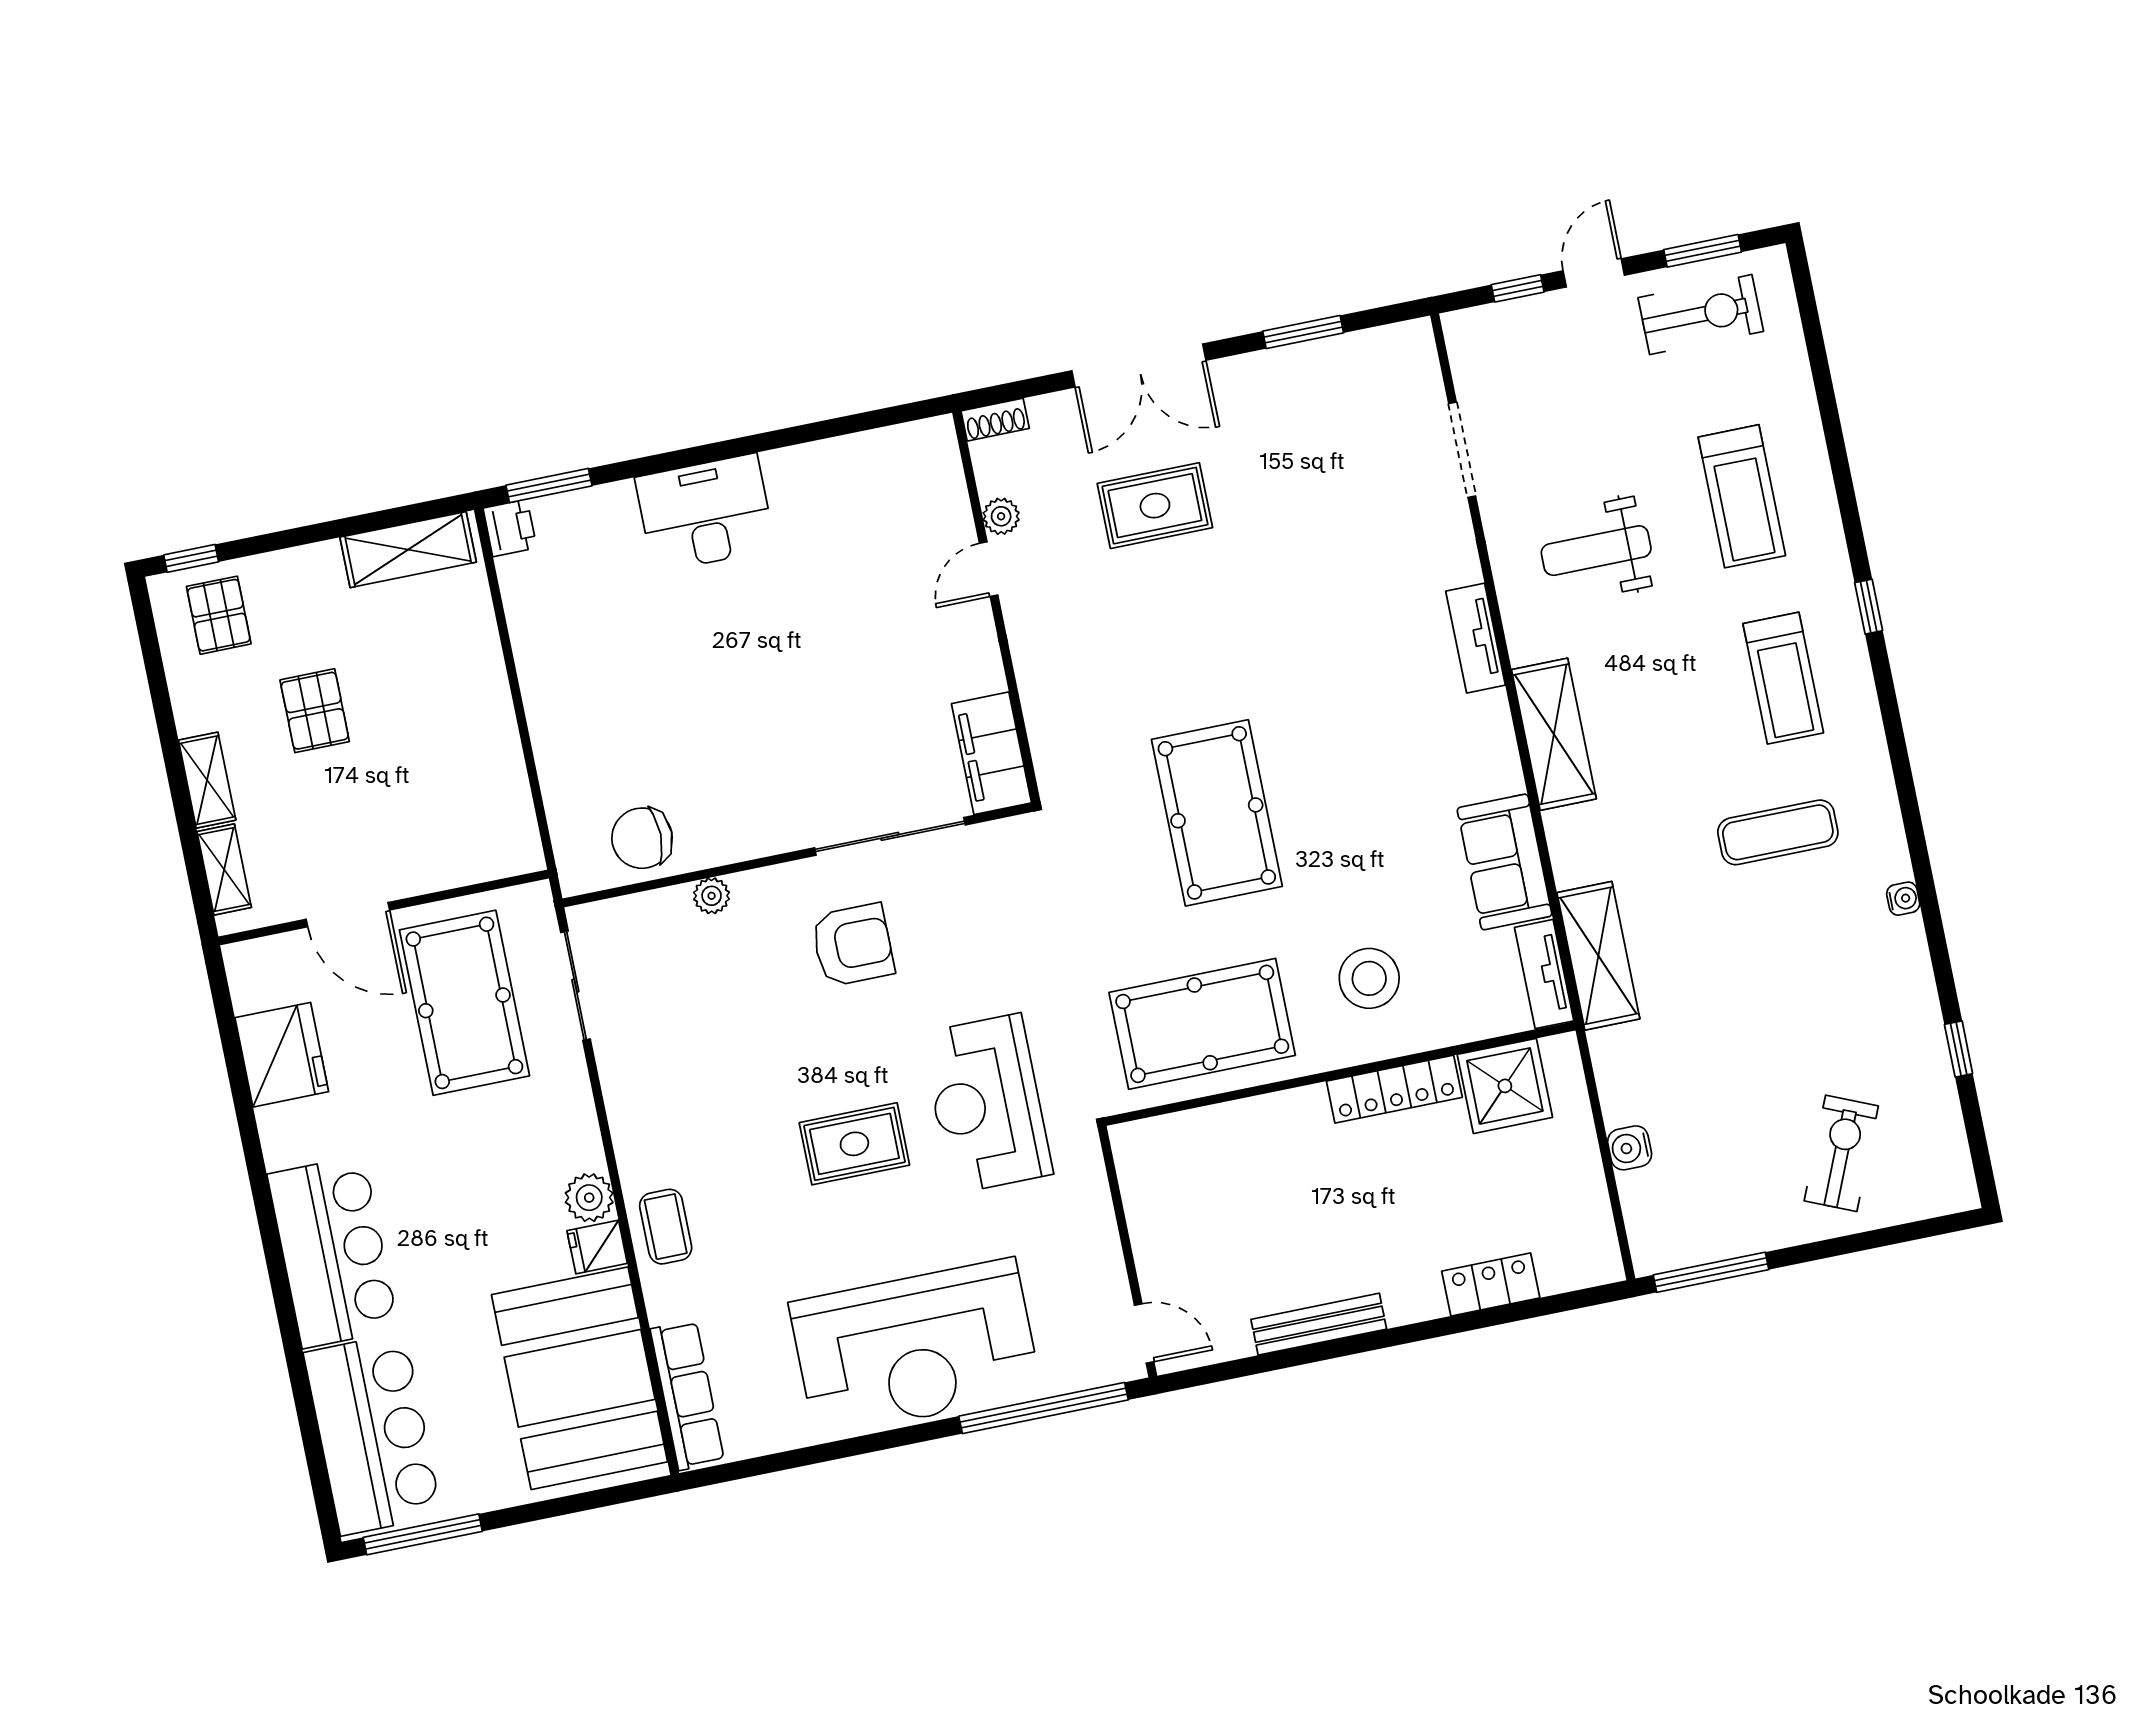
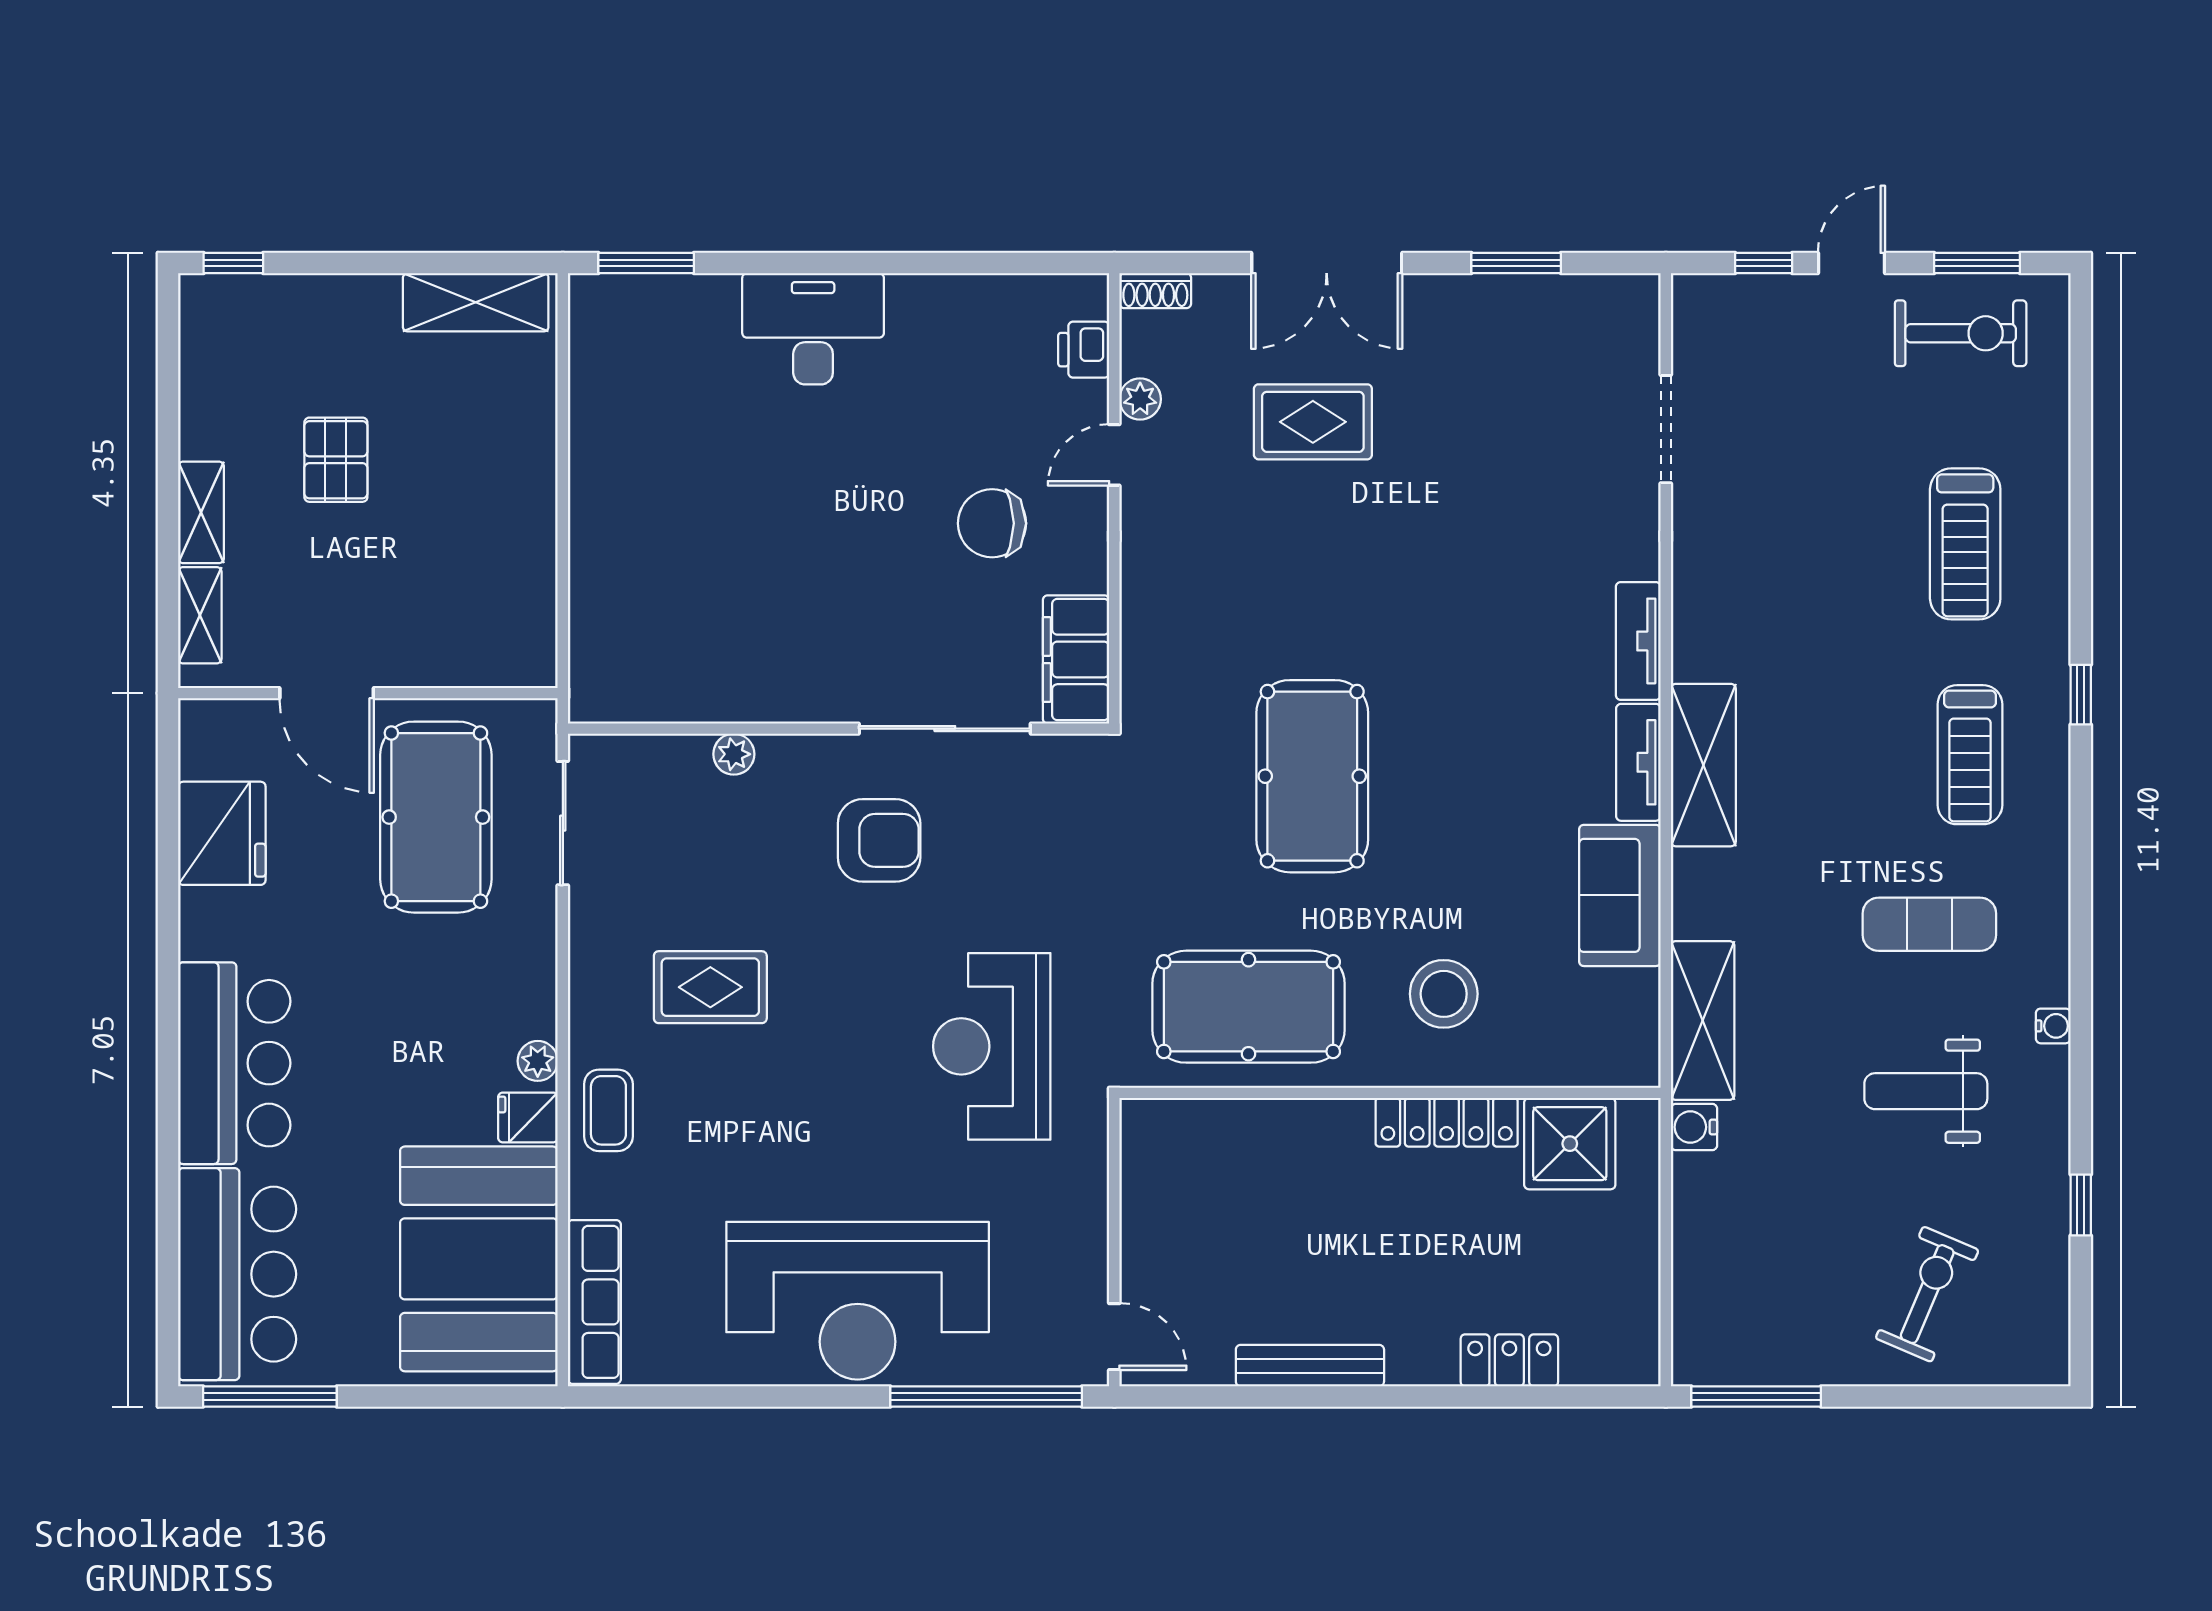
printer: (510, 528) -> (1084, 350), moved, turned 180
weight bench: (1596, 551) -> (1926, 1091), moved
pallet: (219, 615) -> (251, 332), removed
chair: (642, 838) -> (992, 523), moved
tv unit: (1544, 974) -> (1638, 762), moved
rug: (854, 1144) -> (710, 987), moved
water cooler: (1630, 1148) -> (1694, 1127), moved
plant: (589, 1198) -> (538, 1061), width x0.73, depth x0.73

